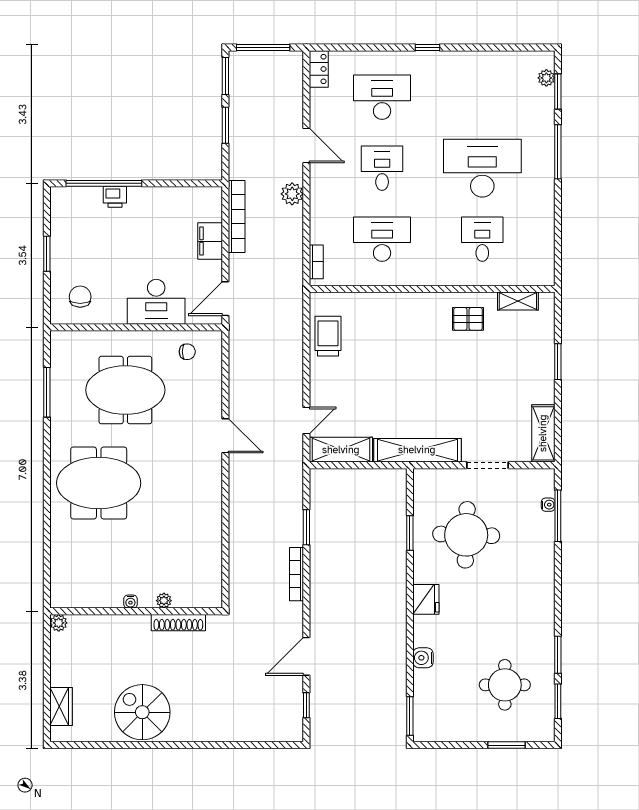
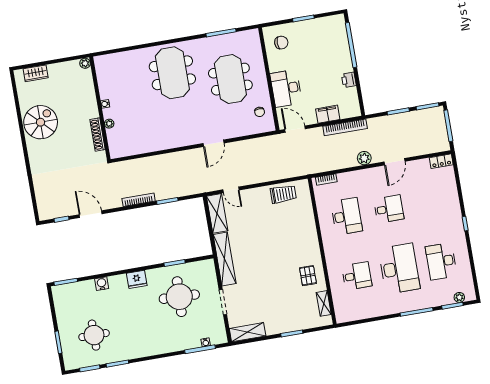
desk: (382, 97) -> (441, 261), moved, turned 180
printer: (115, 197) -> (349, 80), moved

